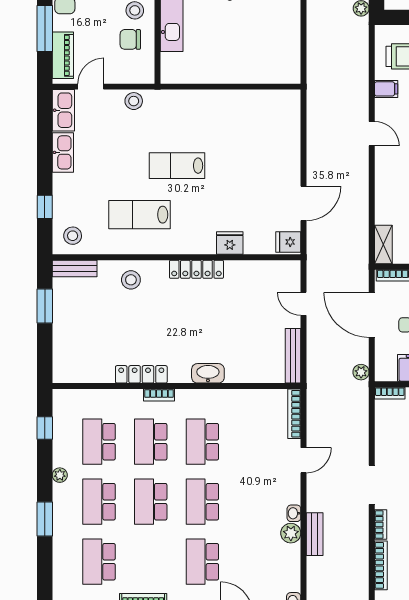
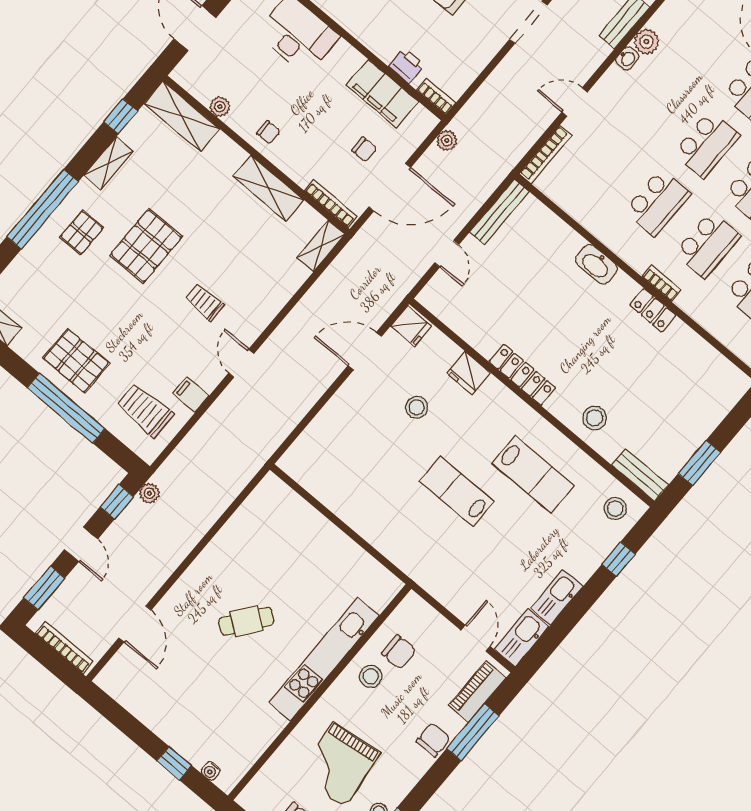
door: (91, 87) -> (476, 638), swing flipped
stool: (134, 101) -> (417, 407), moved
lab bench: (177, 166) -> (457, 491), turned 180
door: (372, 315) -> (390, 187), hinge flipped
locker: (141, 374) -> (653, 310), width x0.66

